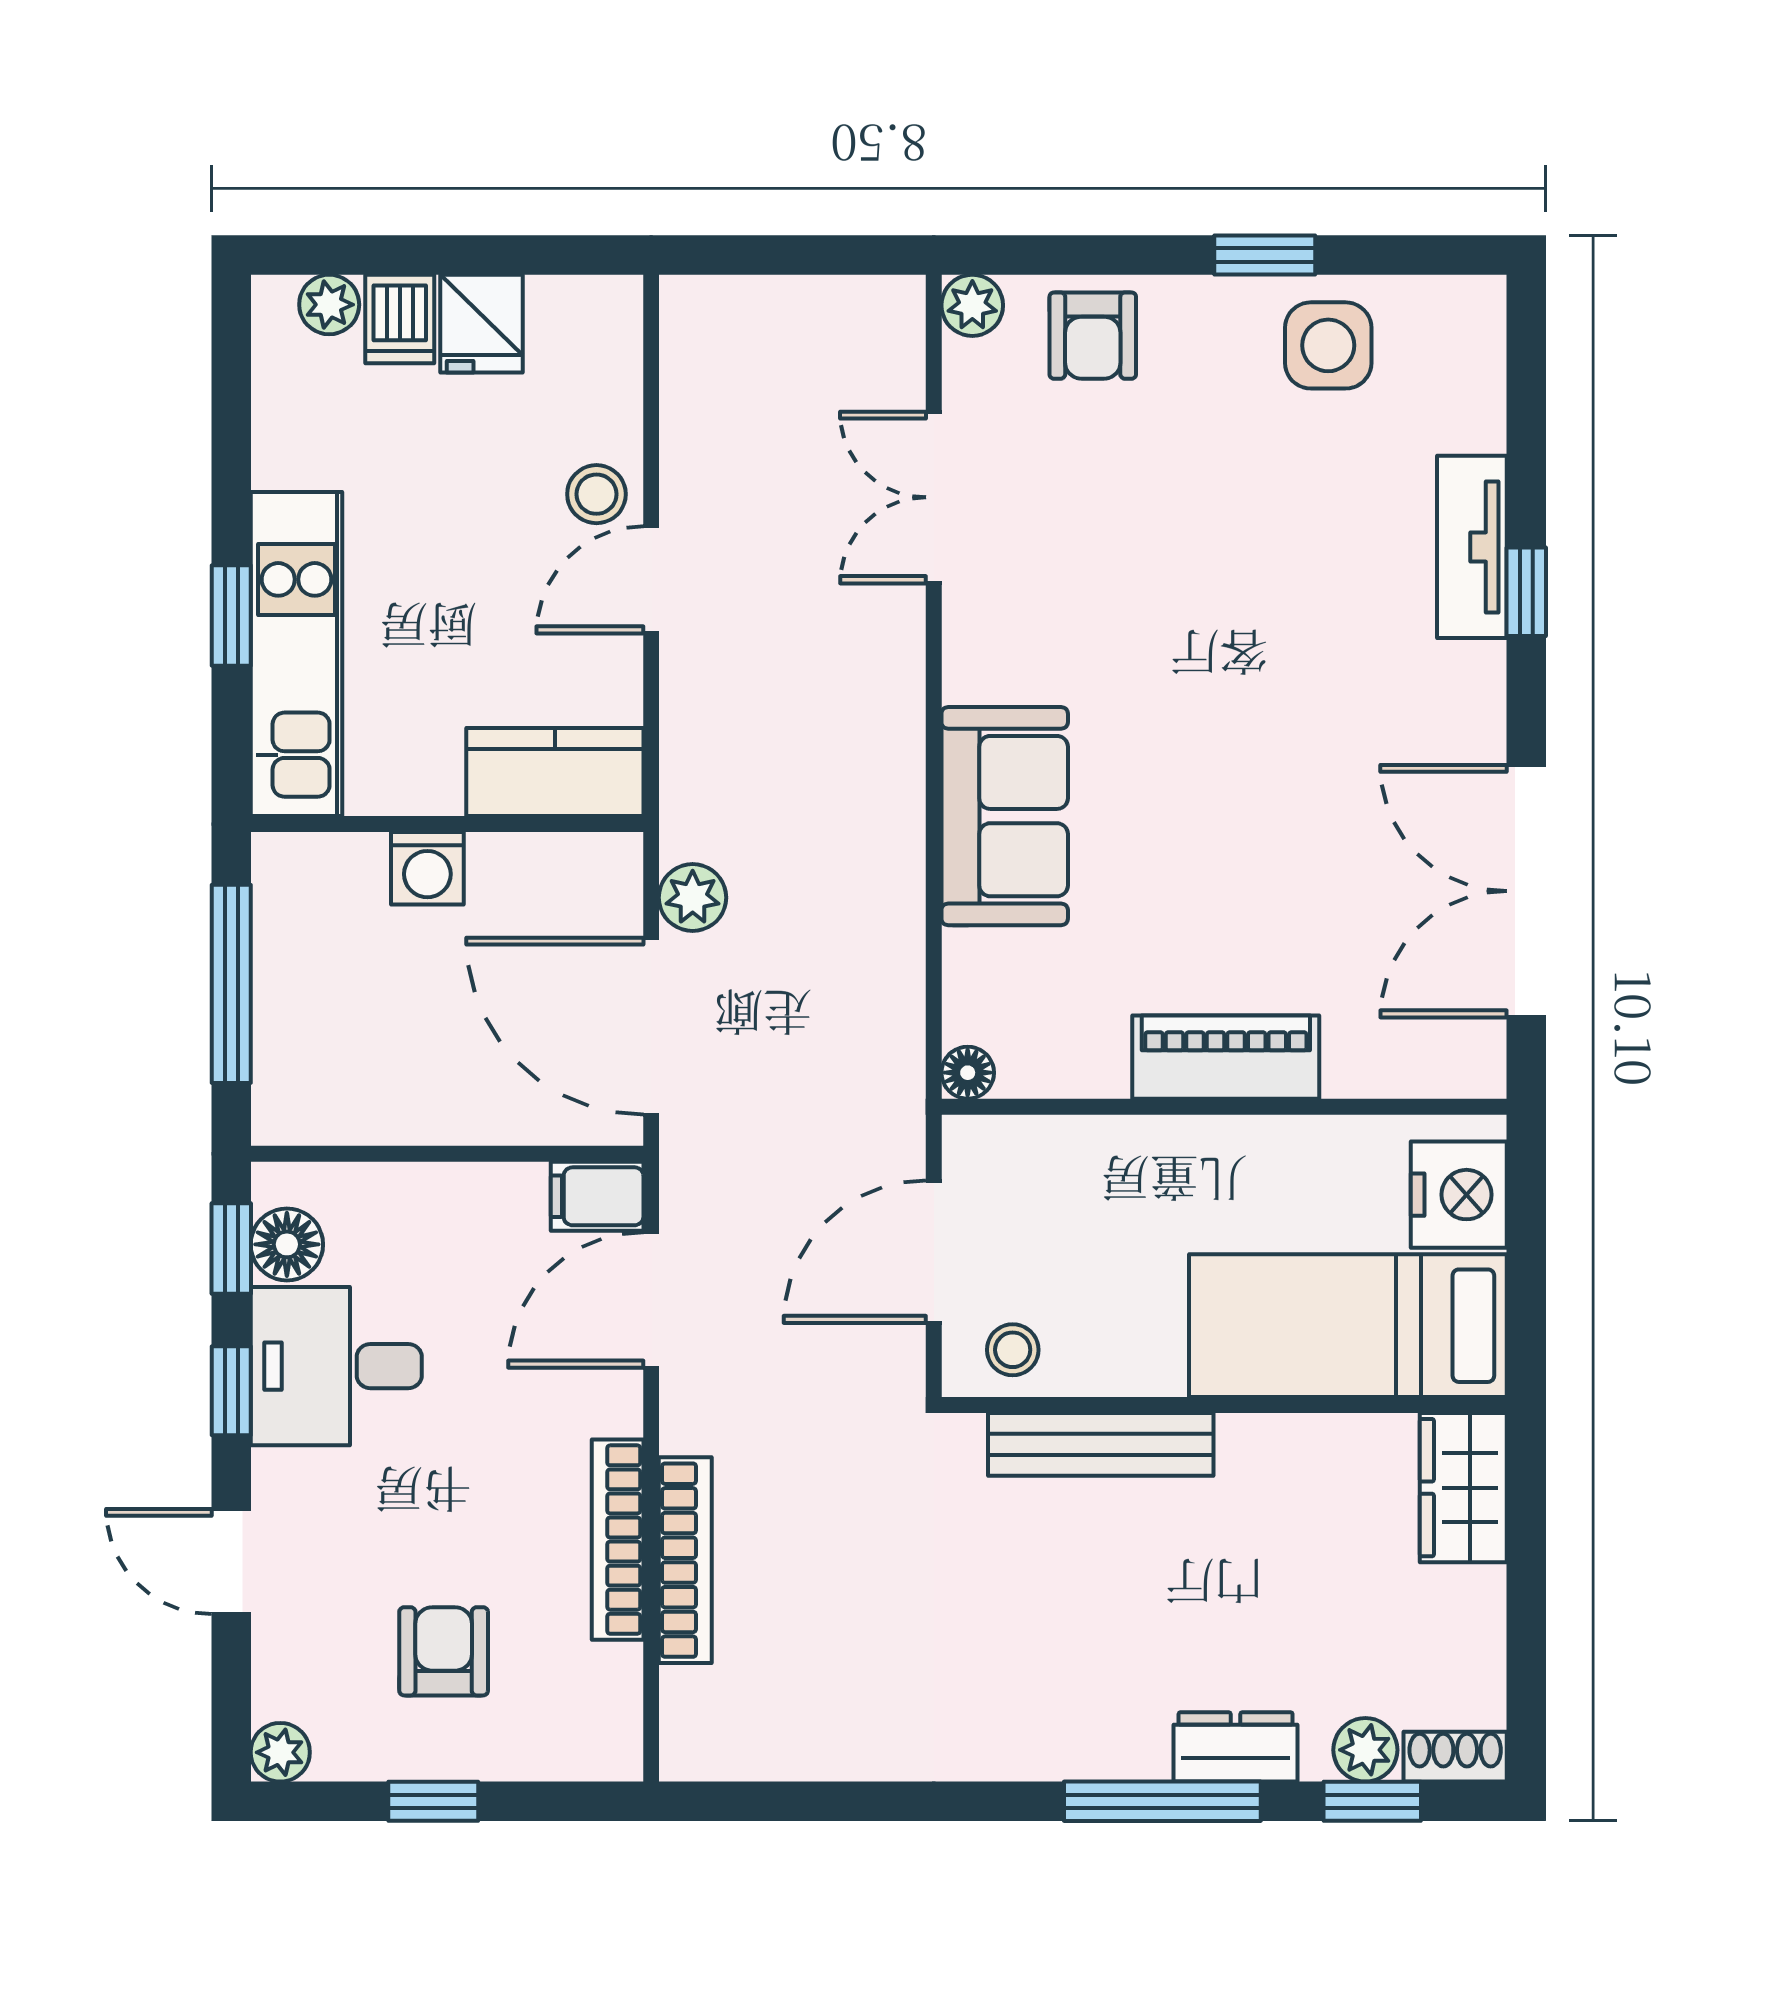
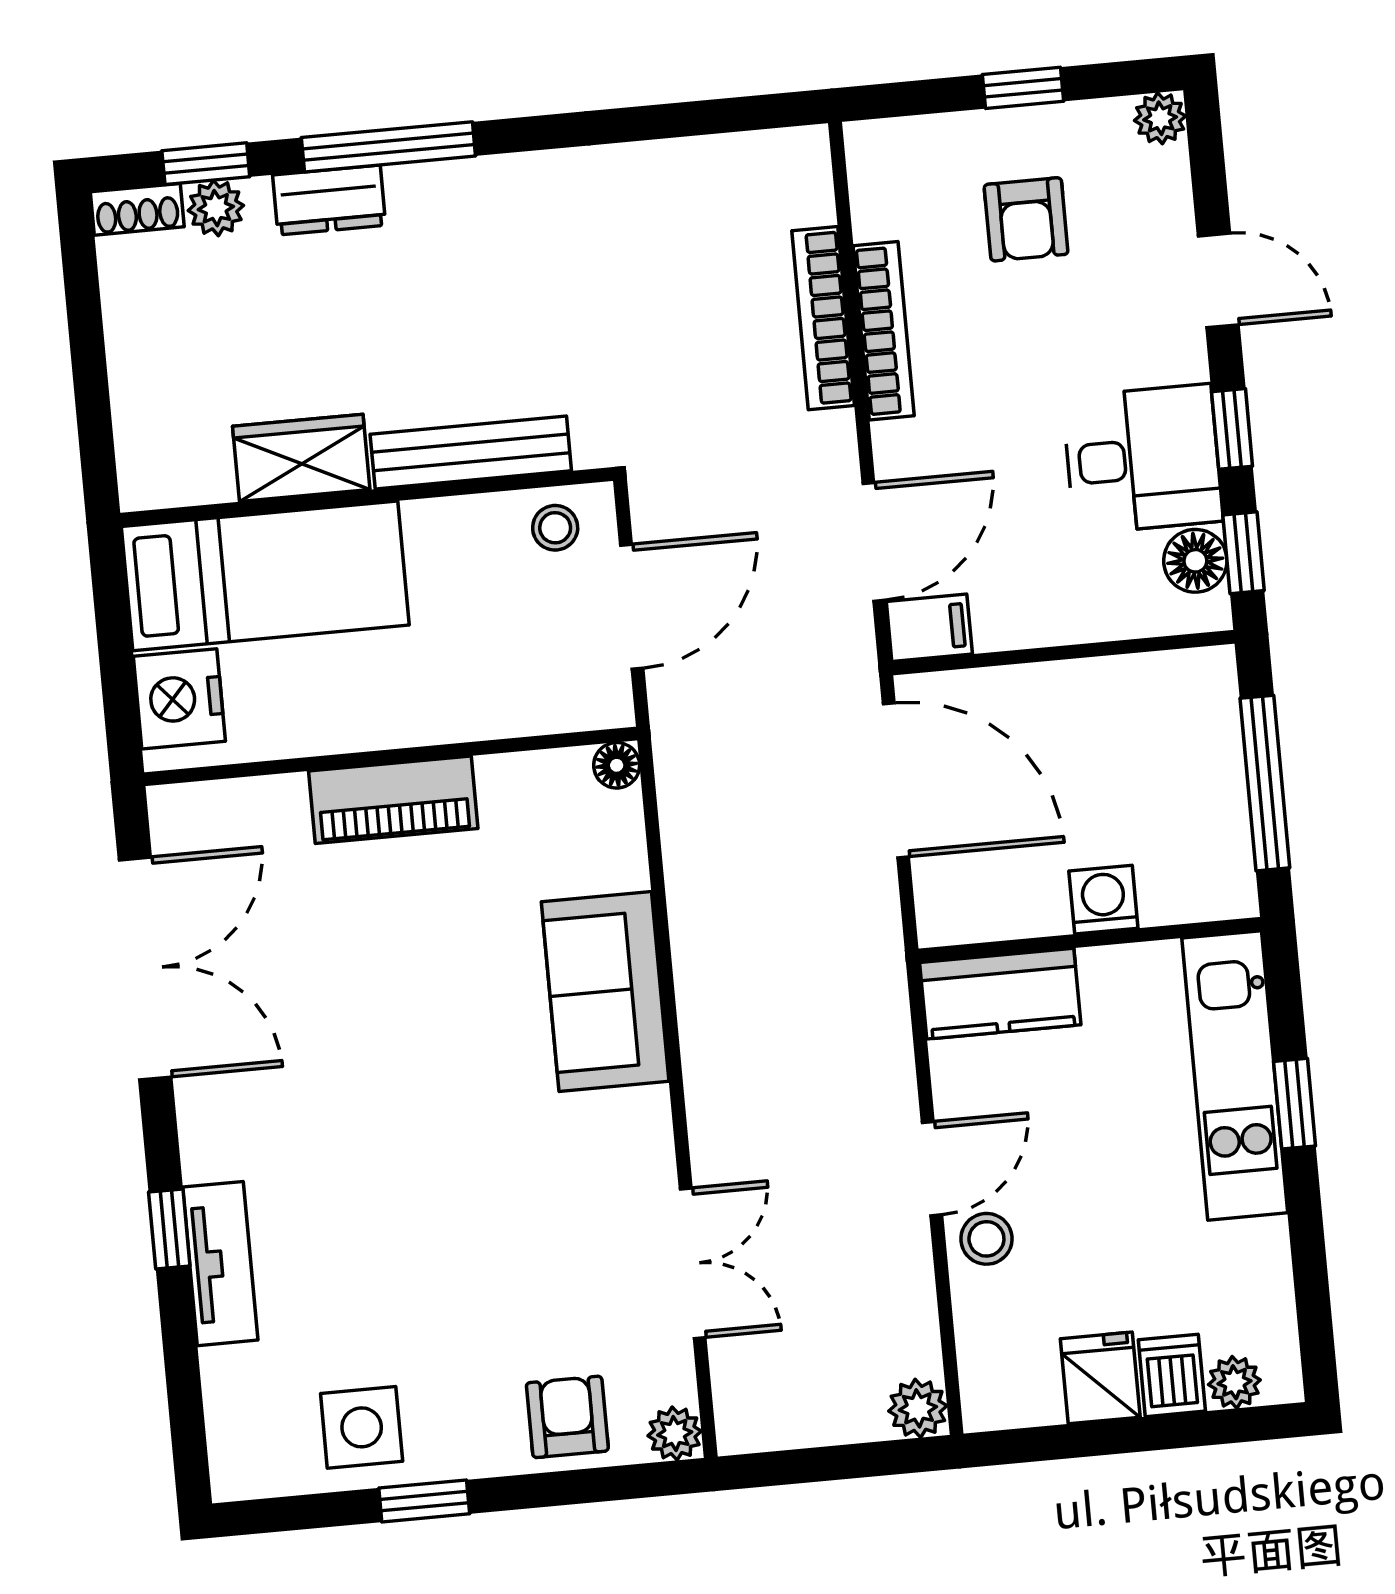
plant: (693, 898) -> (918, 1408), moved
wardrobe: (1463, 1488) -> (301, 458), moved, turned -90

